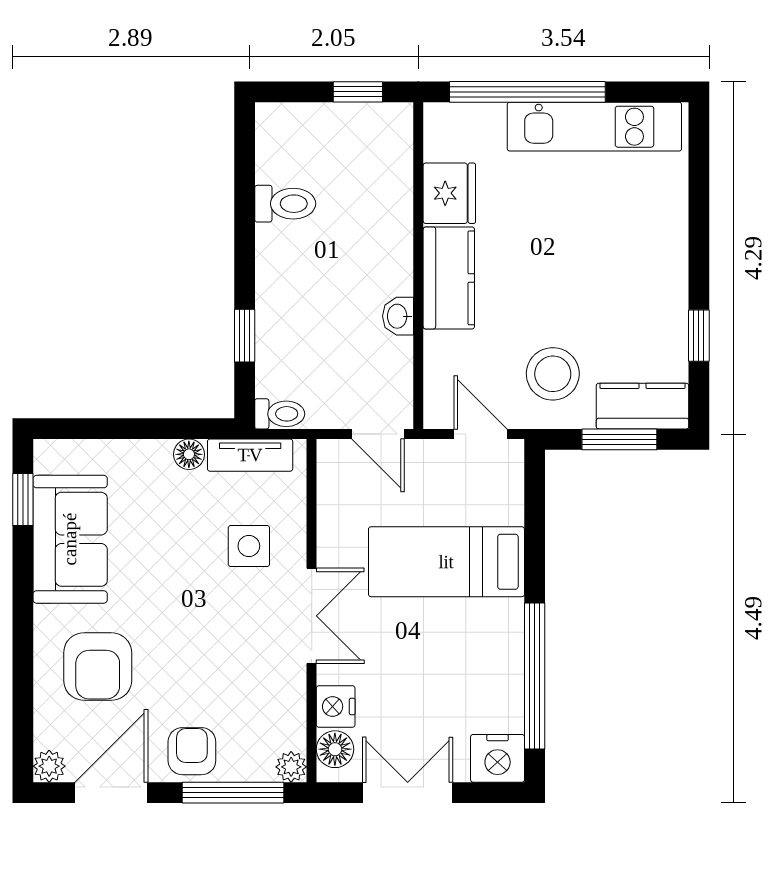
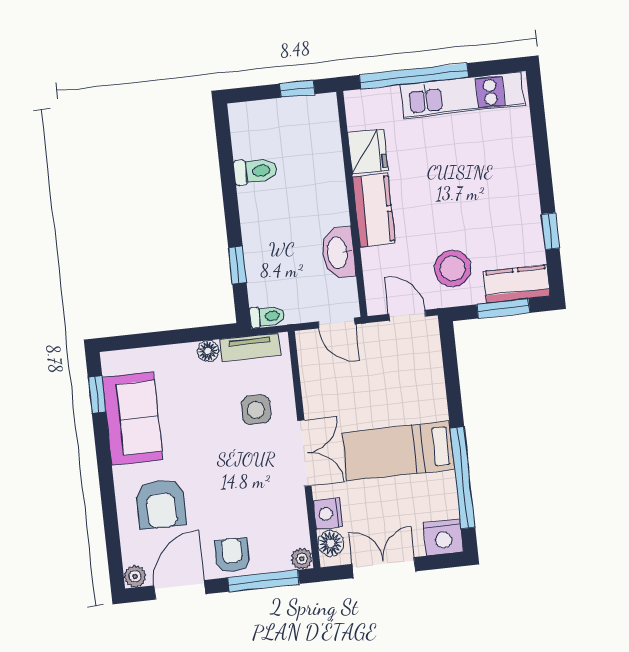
washbasin: (398, 316) -> (338, 253), width x1.91, depth x1.45
bed: (446, 562) -> (398, 451), moved

